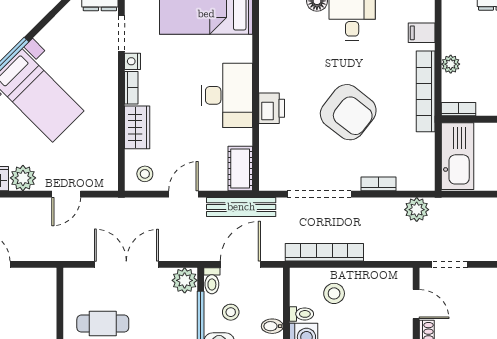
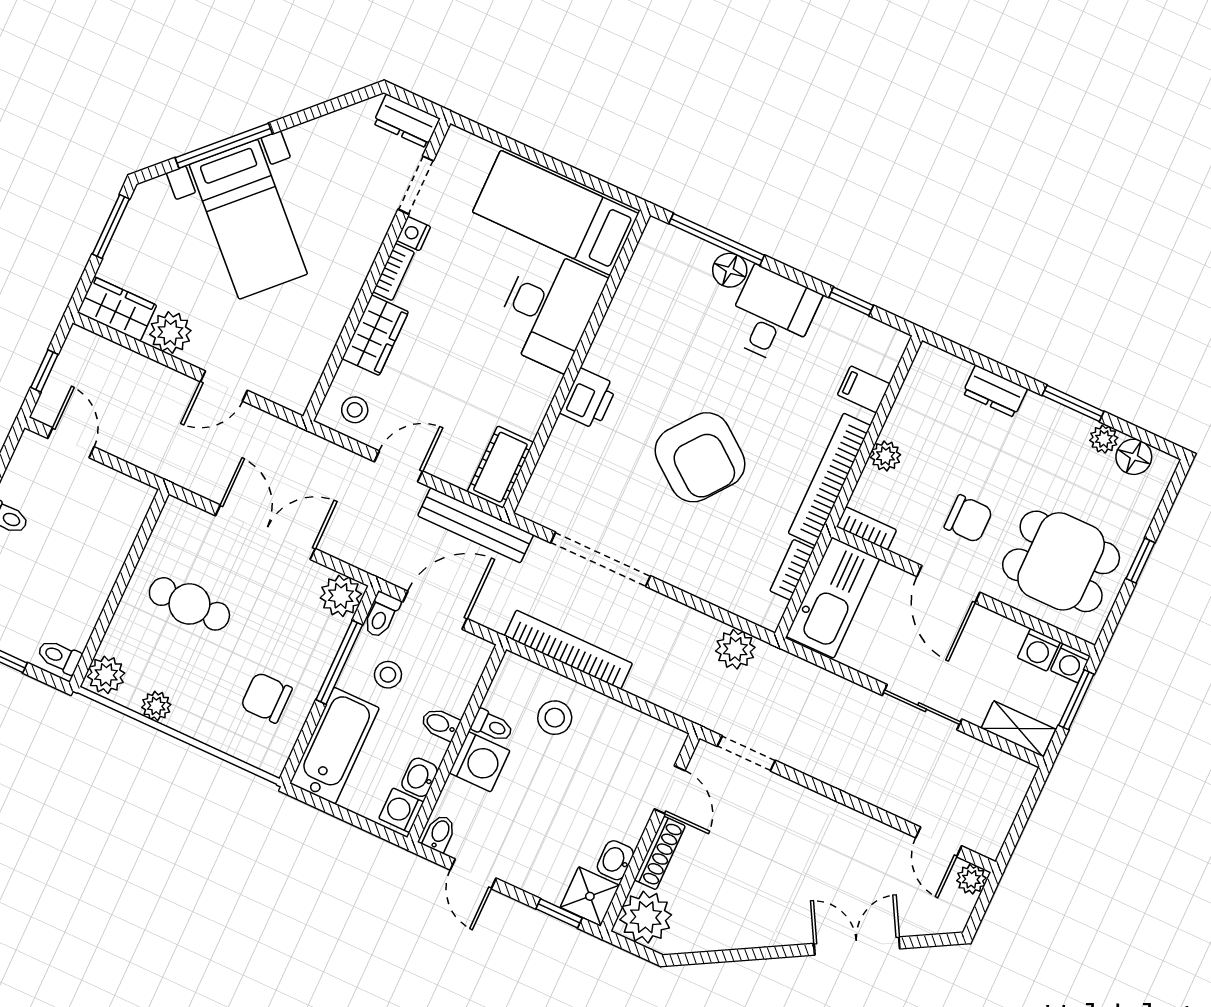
desk: (227, 95) -> (549, 309), moved
bookcase: (378, 184) -> (792, 570), moved, turned -90

